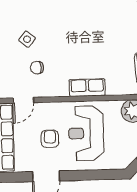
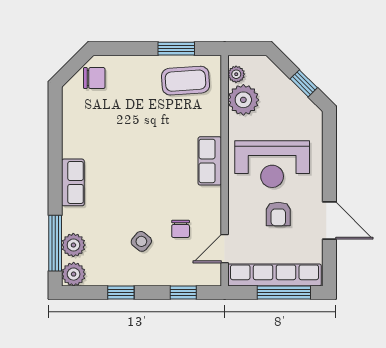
door: (23, 100) -> (225, 249), swing flipped
armchair: (50, 139) -> (278, 214), turned -90

